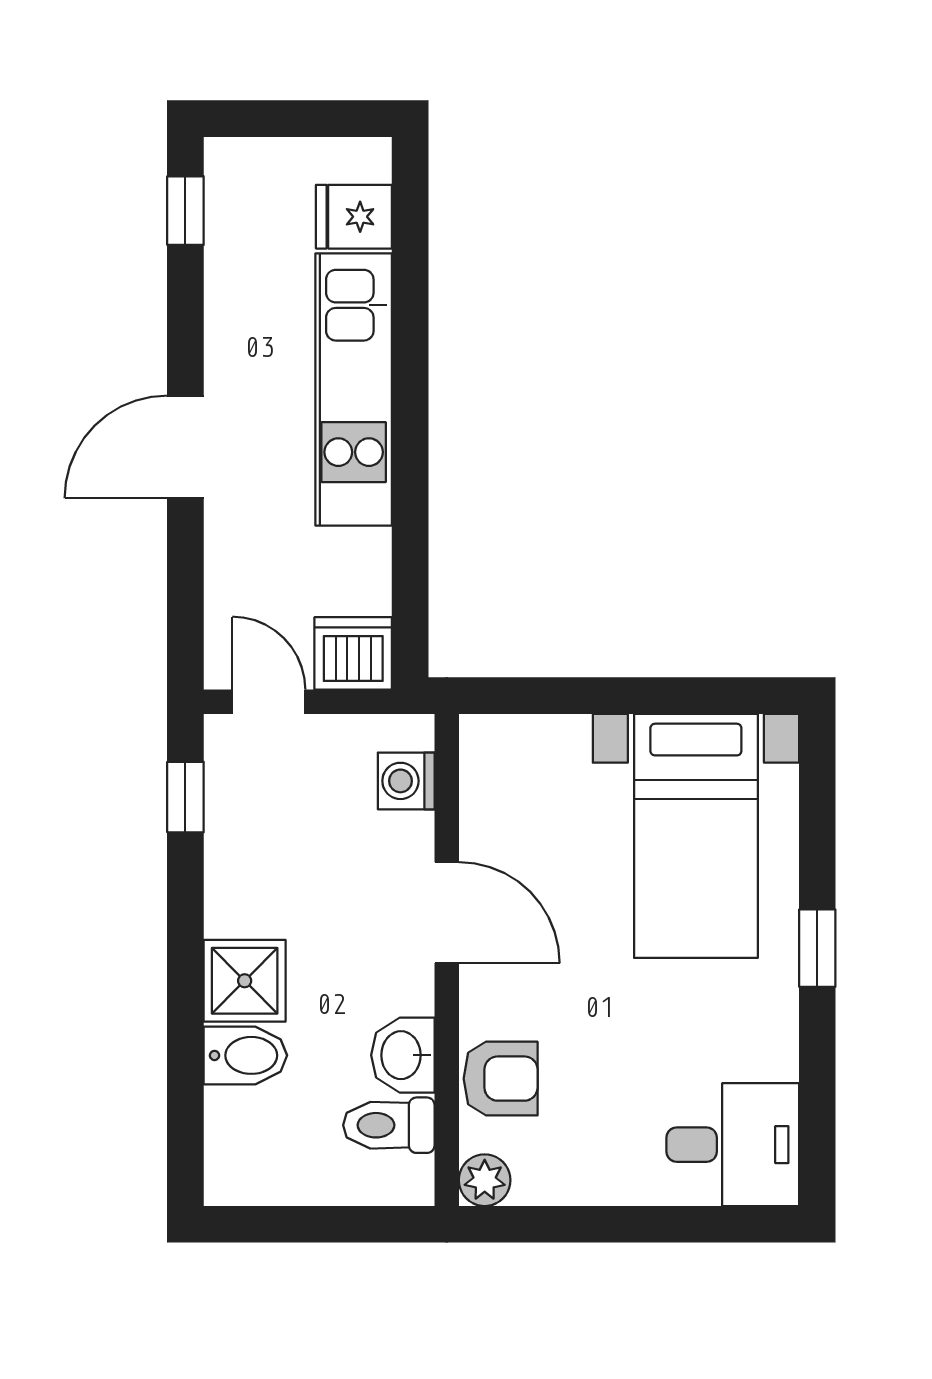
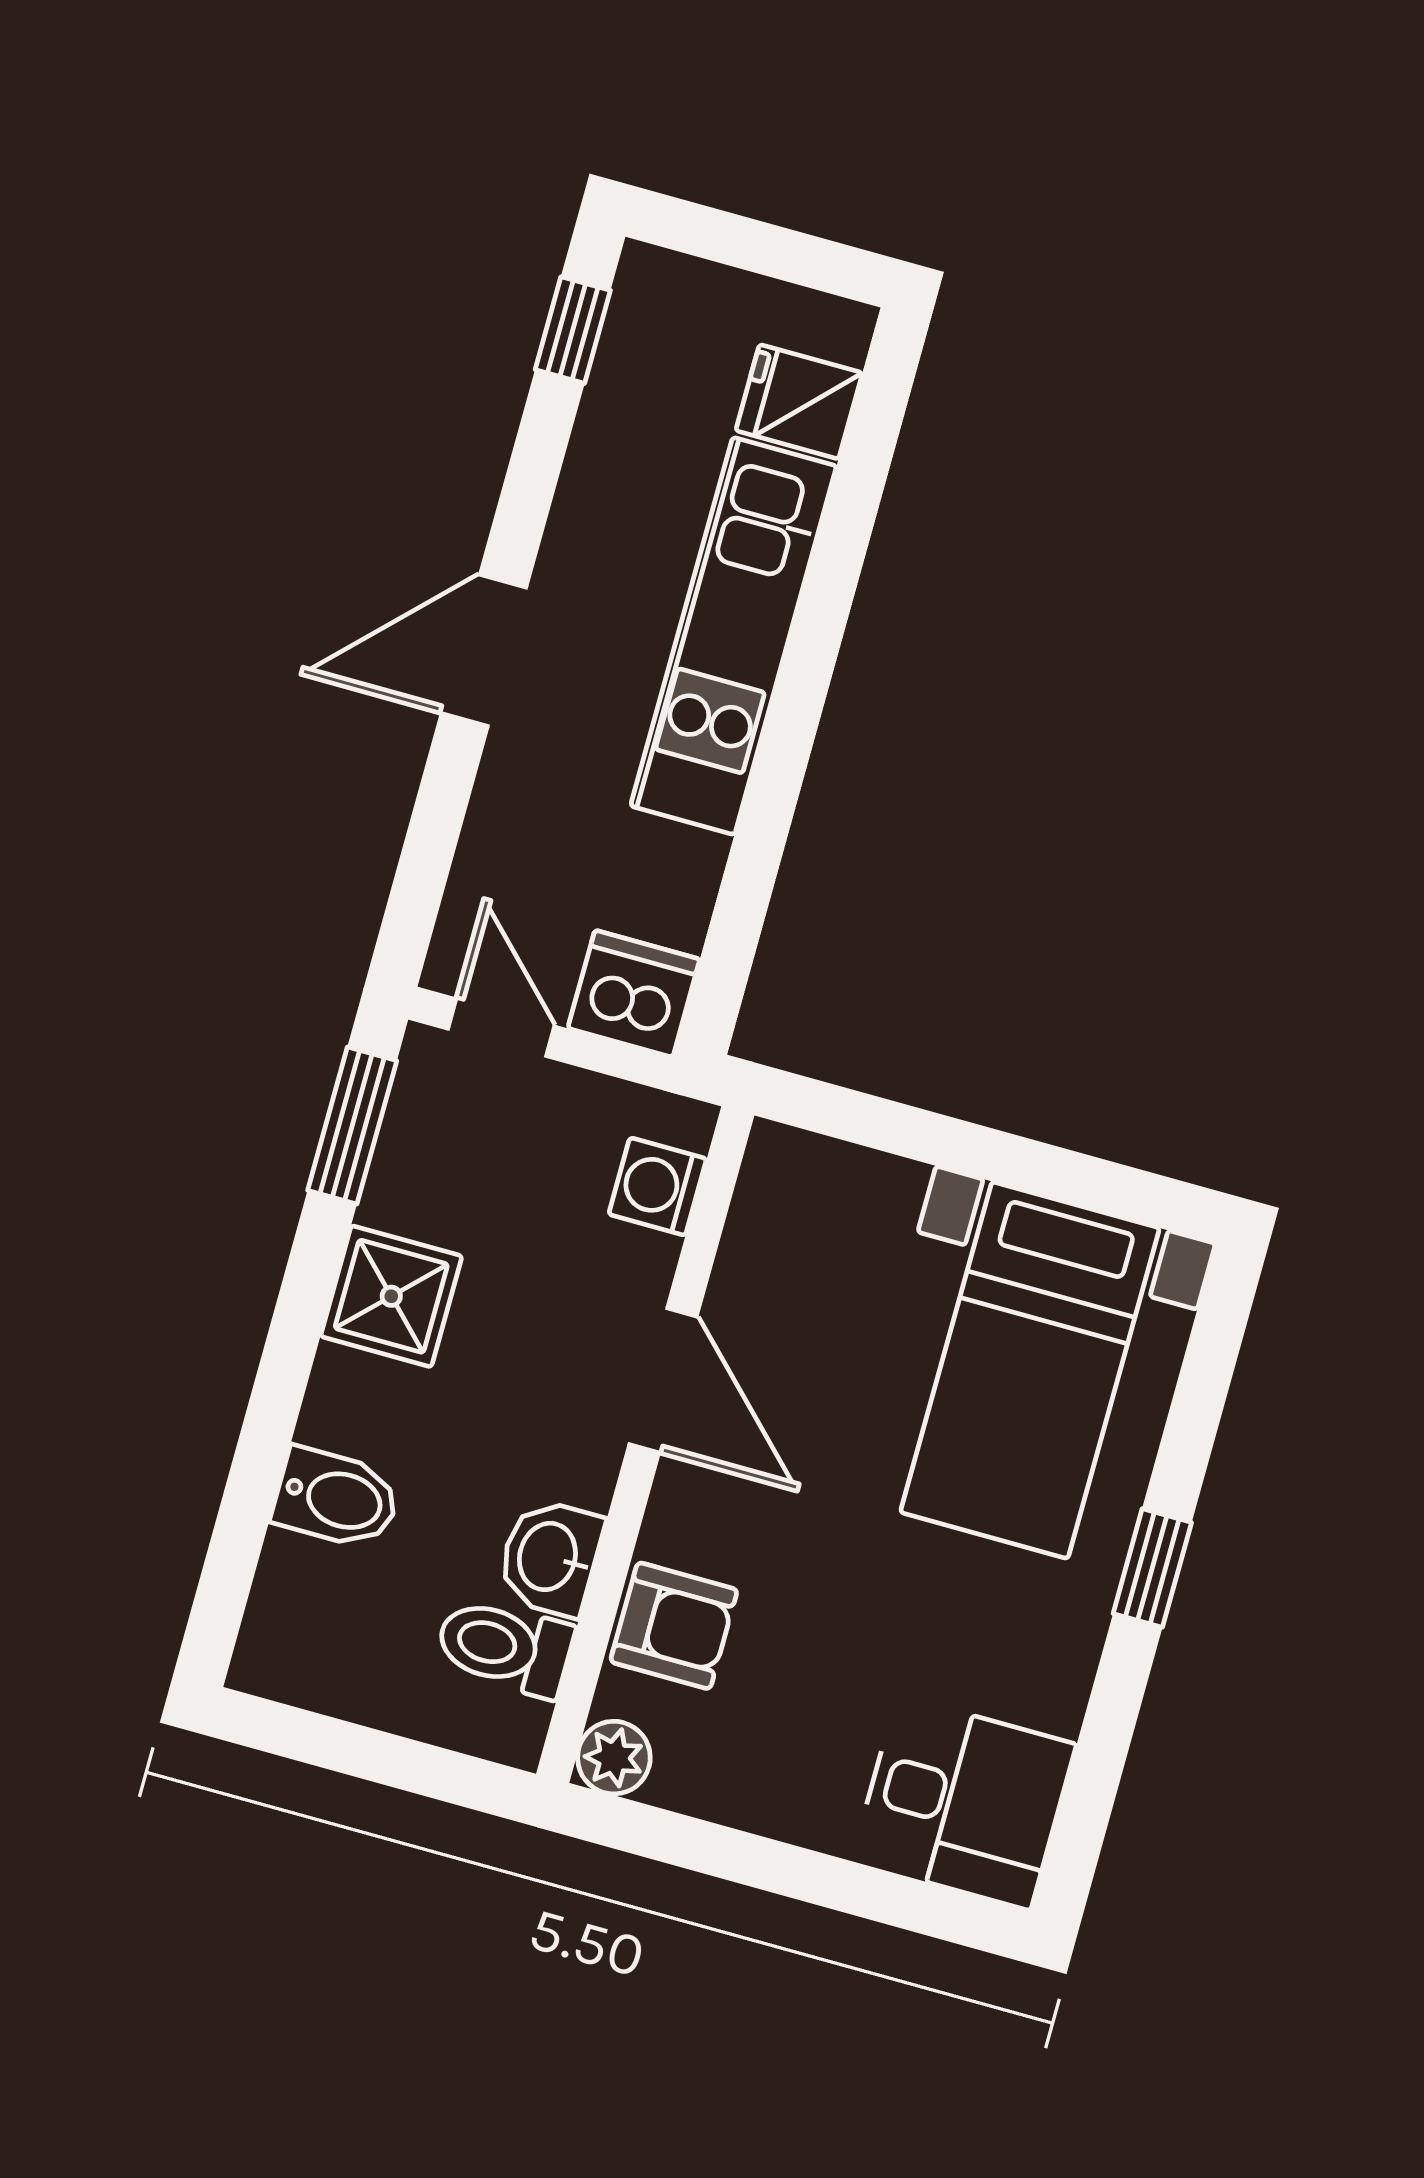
window: (185, 797) -> (352, 1125), width x1.50
shower: (245, 981) -> (391, 1296), moved

